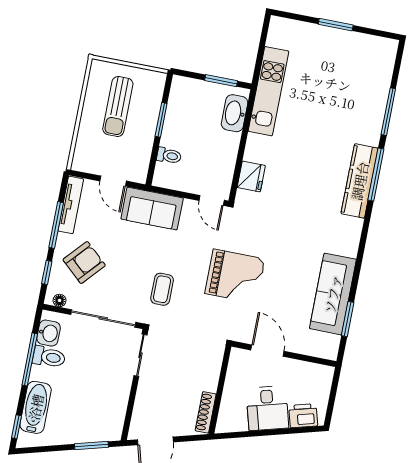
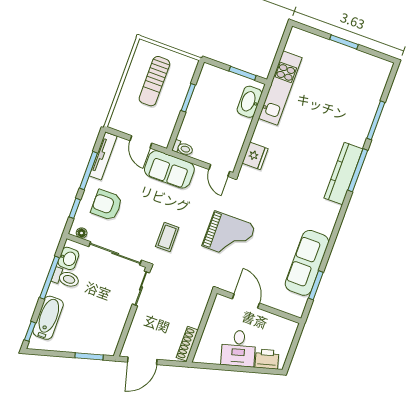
toilet: (169, 156) -> (183, 148), moved
armchair: (84, 262) -> (107, 205), turned -132

